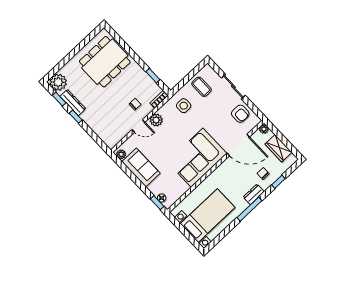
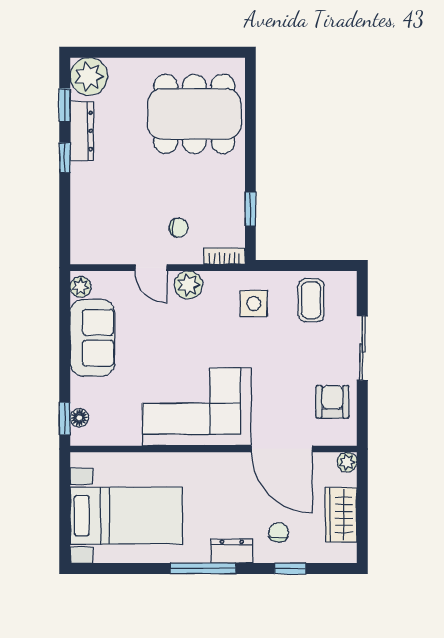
armchair: (240, 114) -> (332, 402), turned 180

